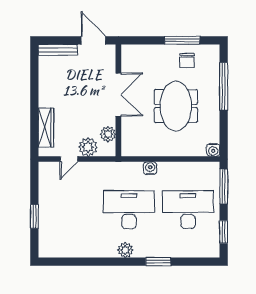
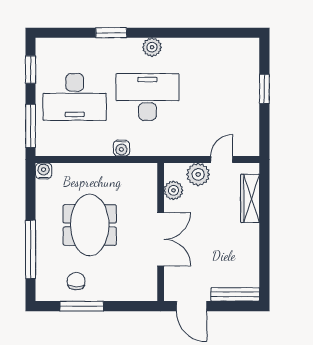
double door: (118, 95) -> (161, 239), swing flipped
desk: (129, 210) -> (147, 97), turned 180

